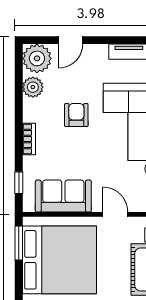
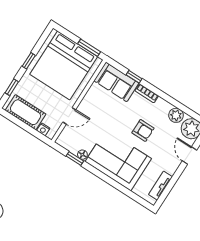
window: (19, 183) -> (134, 77), moved
sofa: (63, 196) -> (116, 82), moved, turned 90

